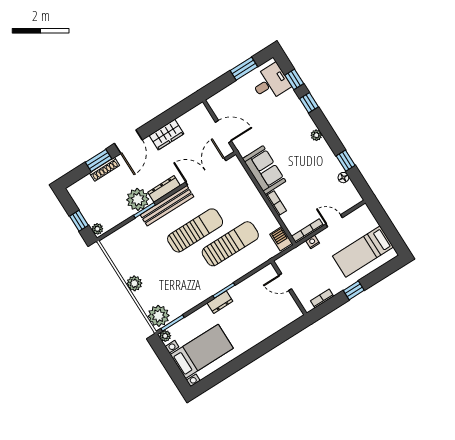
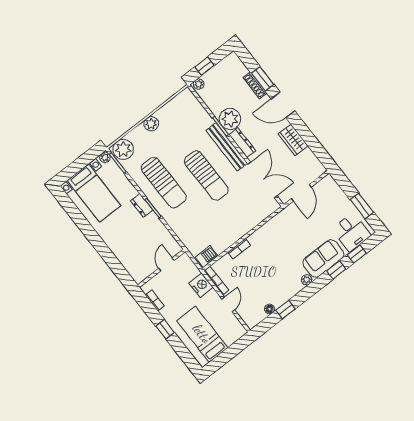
sofa: (264, 170) -> (323, 259), moved, turned 180
nightstand: (313, 242) -> (201, 285), width x1.89, depth x1.79
sun lounger: (230, 244) -> (164, 183), moved

